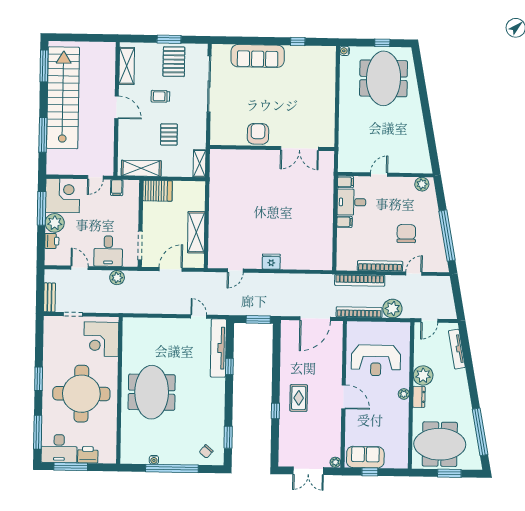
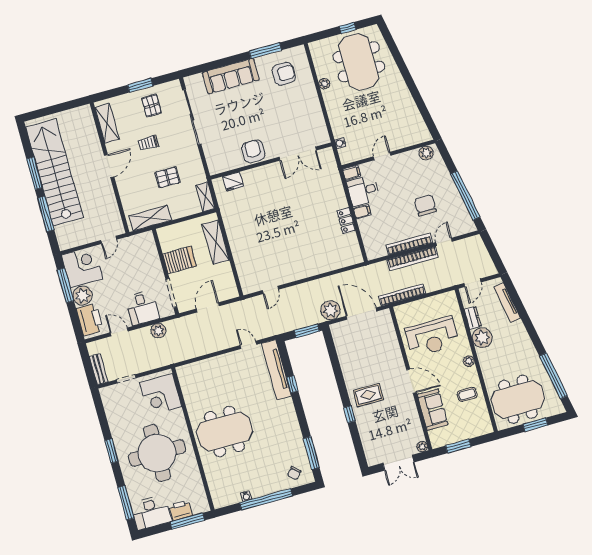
window: (298, 41) -> (265, 51), width x2.17
water cooler: (345, 51) -> (340, 143), moved
pallet: (174, 62) -> (151, 106), width x0.67, depth x0.71
window: (44, 66) -> (34, 173), moved
armchair: (309, 69) -> (284, 74), added
plant: (344, 89) -> (324, 84), added
door: (117, 107) -> (109, 166), hinge flipped
pallet: (169, 135) -> (167, 177), turned 90
filing cabinet: (117, 188) -> (132, 244), removed
server rack: (158, 191) -> (179, 260), moved
locker: (327, 226) -> (346, 221), added
shelving: (196, 232) -> (216, 242), moved
printer: (52, 241) -> (90, 320), width x1.87, depth x1.48
fridge: (271, 262) -> (233, 181), moved, turned 180
bookcase: (360, 280) -> (413, 259), moved
plant: (392, 309) -> (330, 310), moved
door: (315, 319) -> (362, 314), swing flipped
meeting table: (152, 392) -> (225, 431), turned 90
dresser: (419, 397) -> (473, 318), moved
rug: (299, 398) -> (368, 395), turned 90
coffee table: (393, 425) -> (467, 394), added
window: (228, 437) -> (311, 453), width x1.44
sofa: (365, 457) -> (433, 410), moved, turned 90
window: (71, 467) -> (187, 521), moved
window: (370, 472) -> (458, 446), width x1.50

